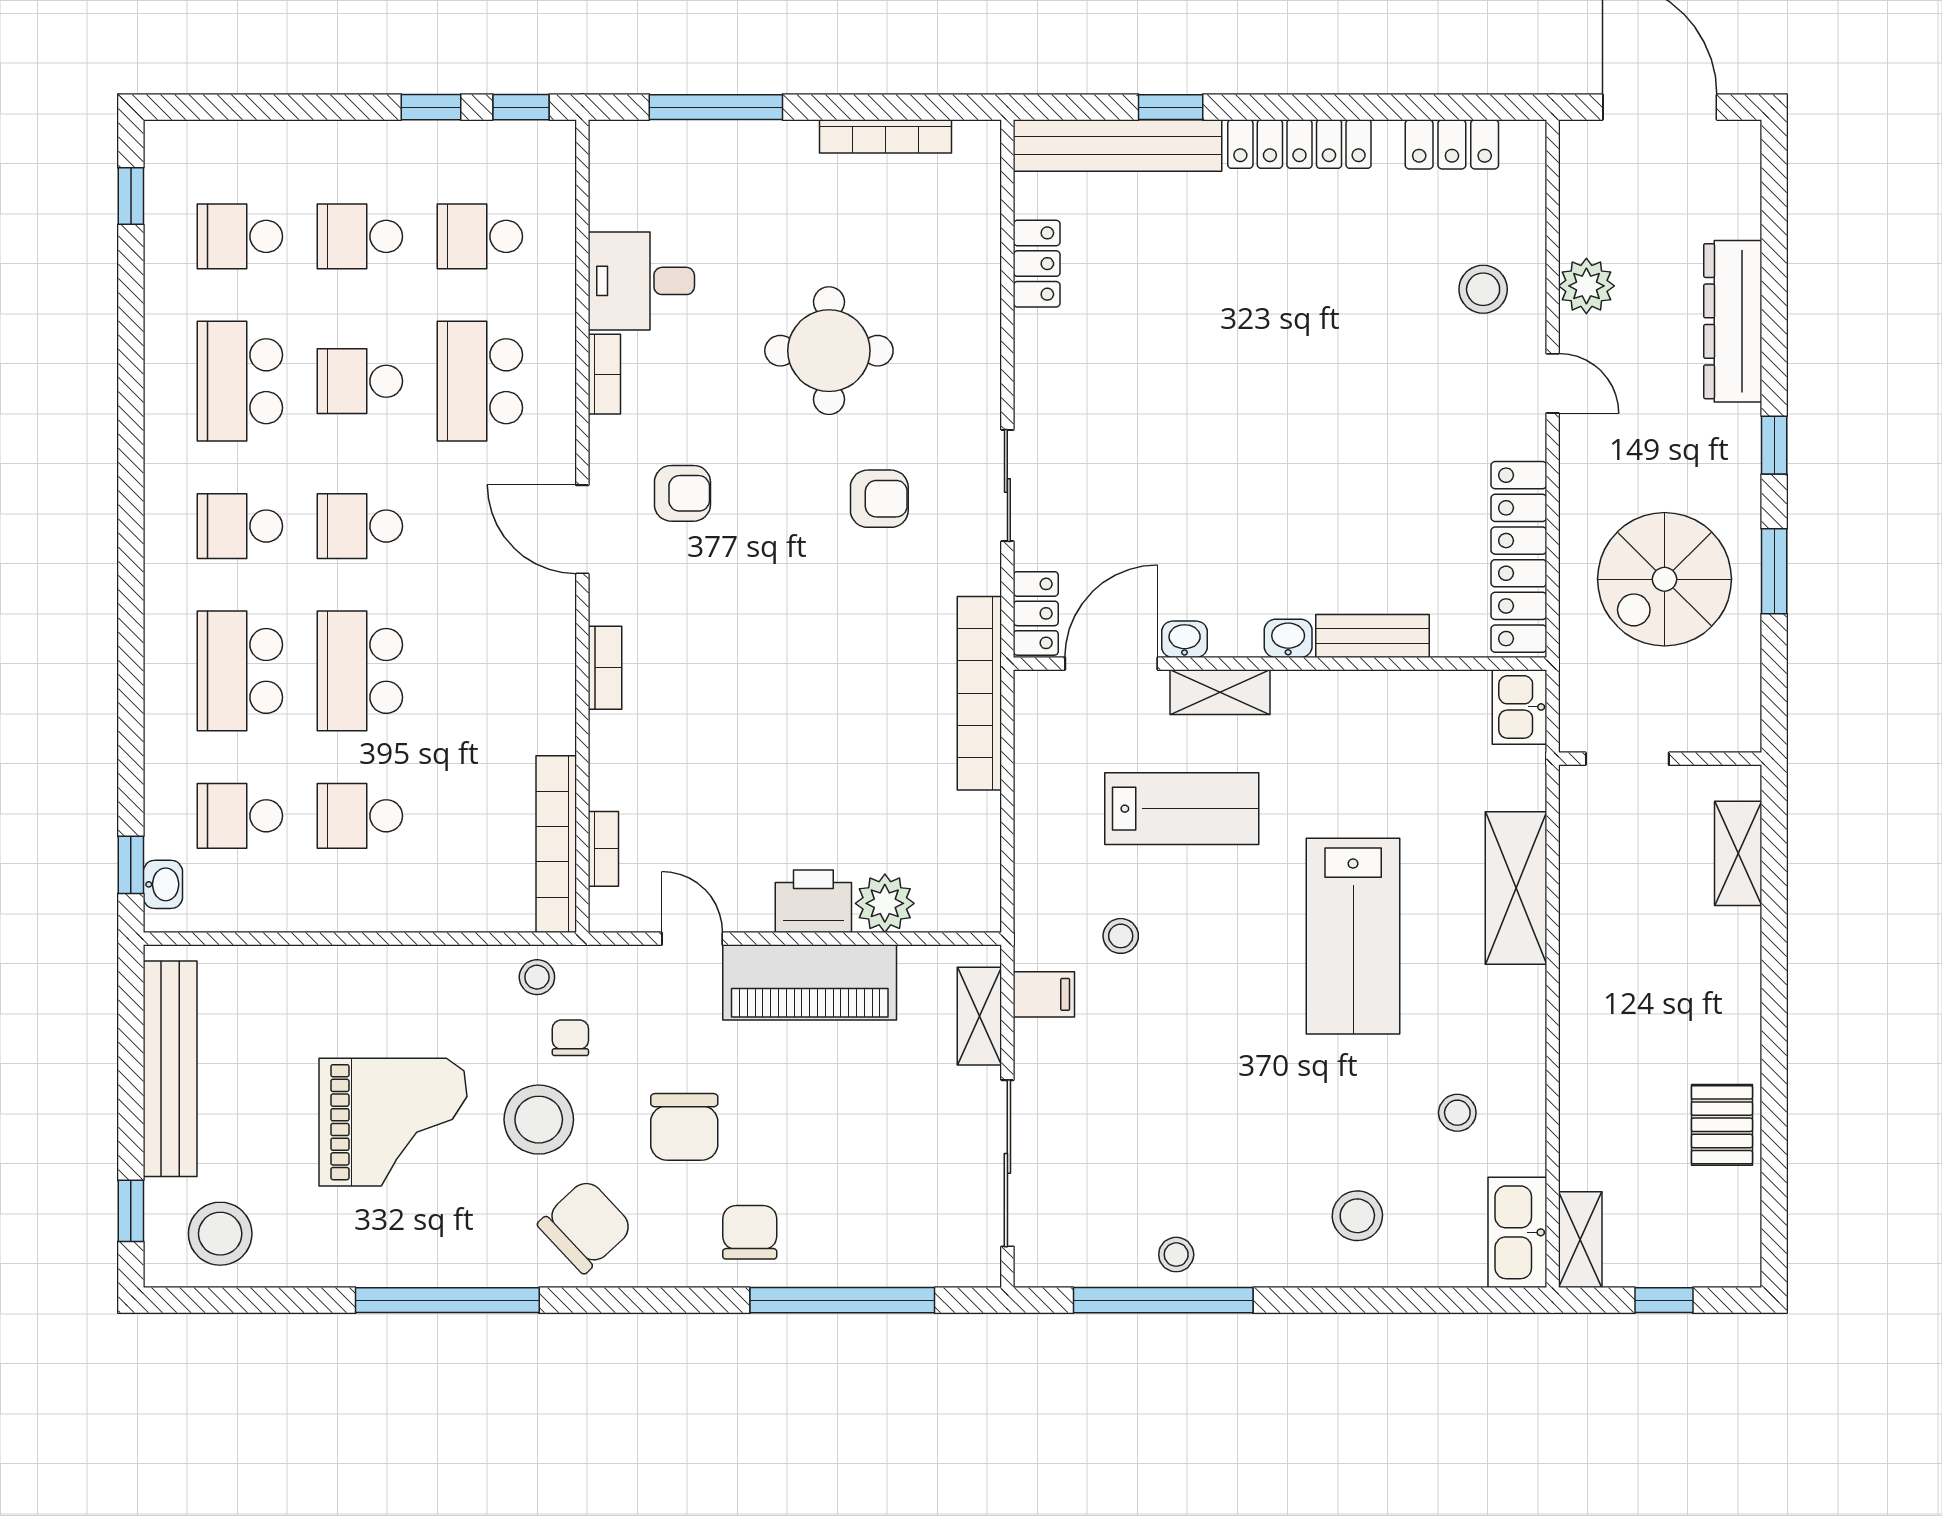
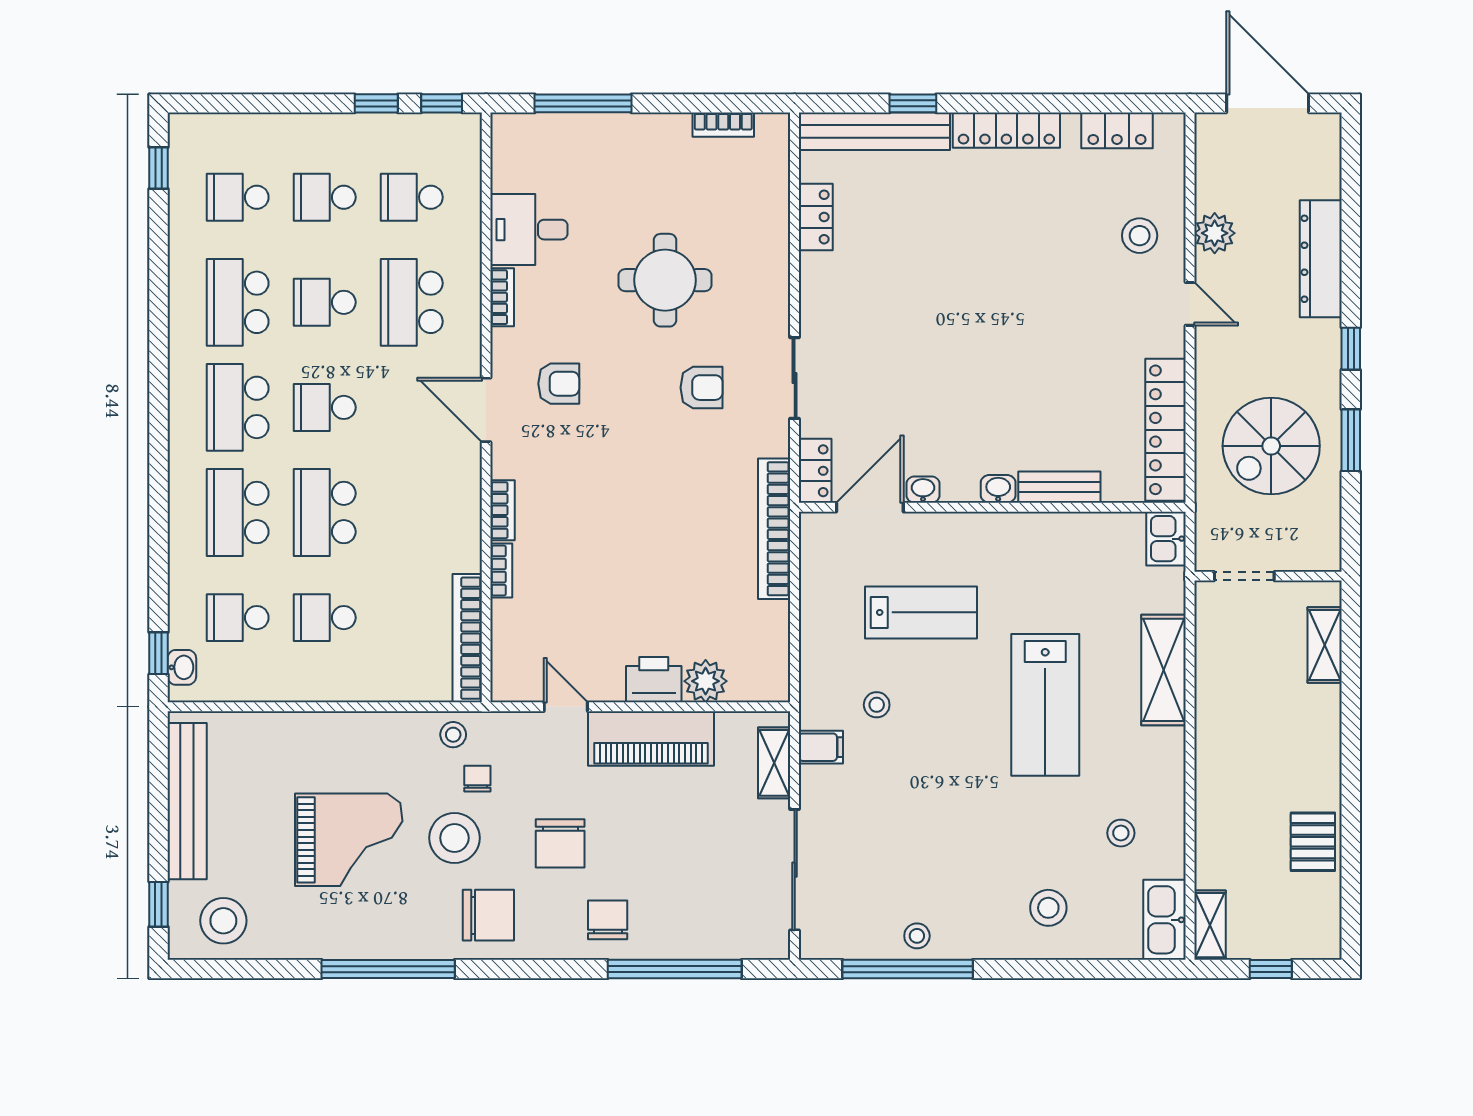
bookcase: (886, 136) -> (723, 125), width x0.64
school desk: (240, 526) -> (238, 407), width x1.85
shelving: (1220, 692) -> (949, 528), removed
bookcase: (603, 849) -> (501, 571), moved
chair: (585, 1226) -> (488, 915), turned 43

